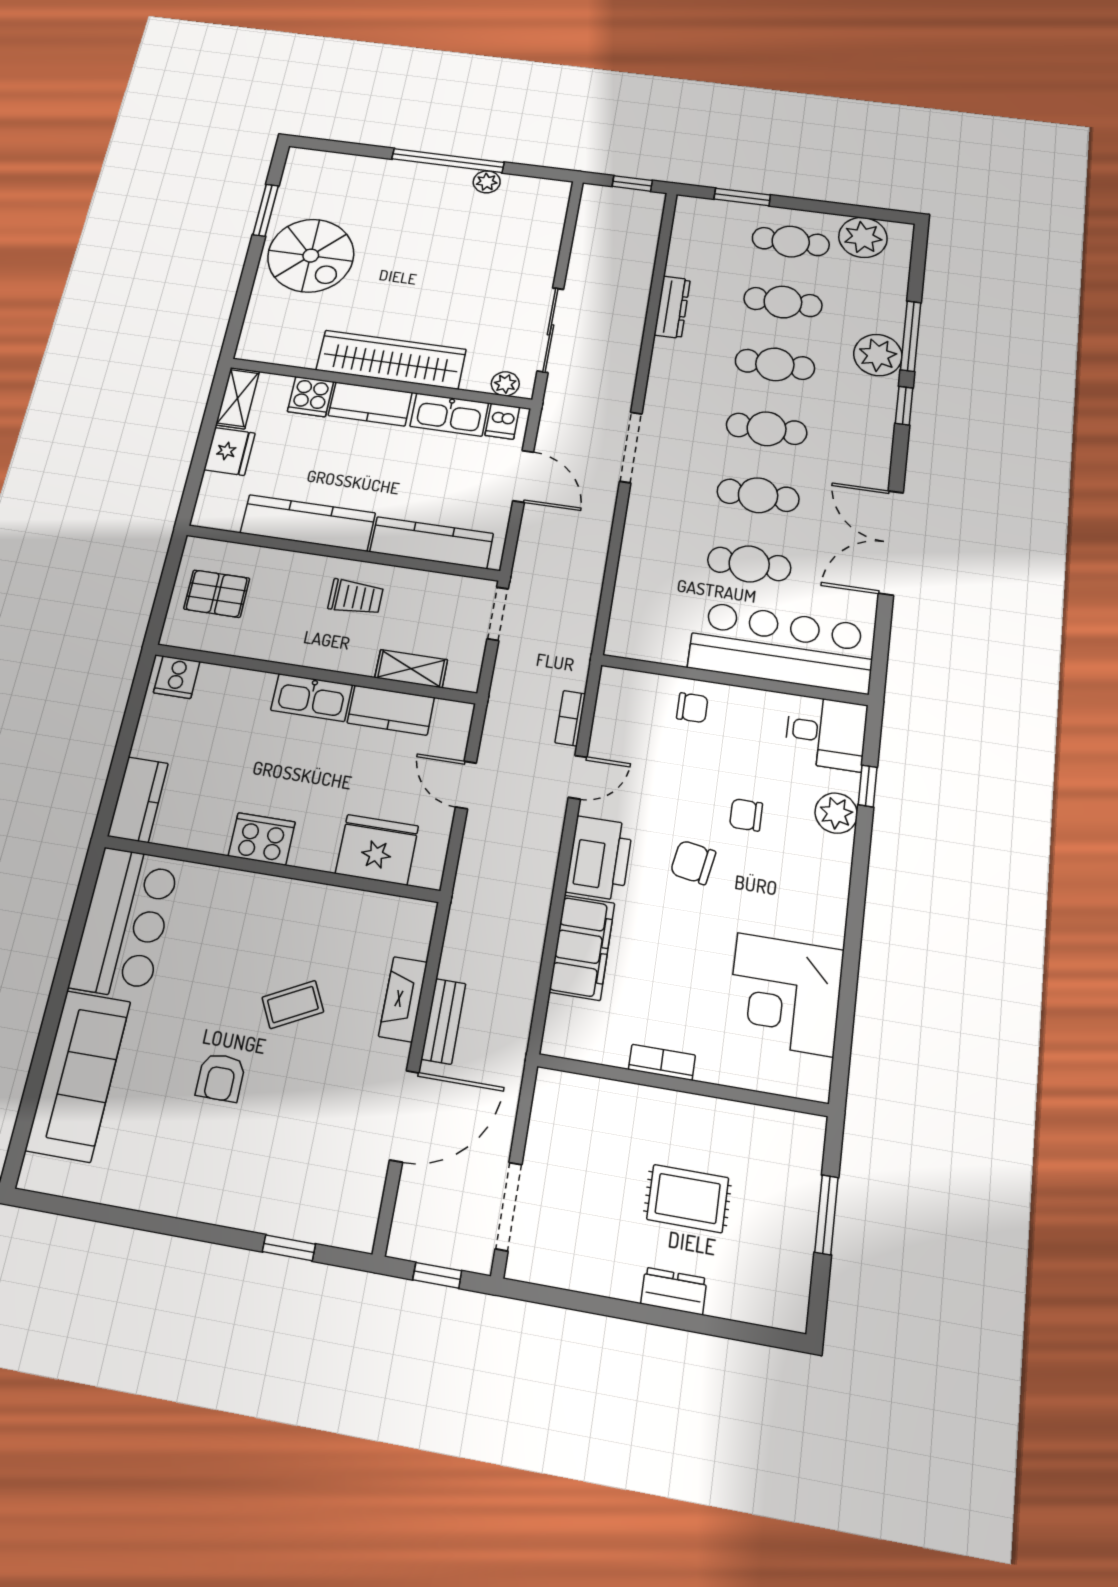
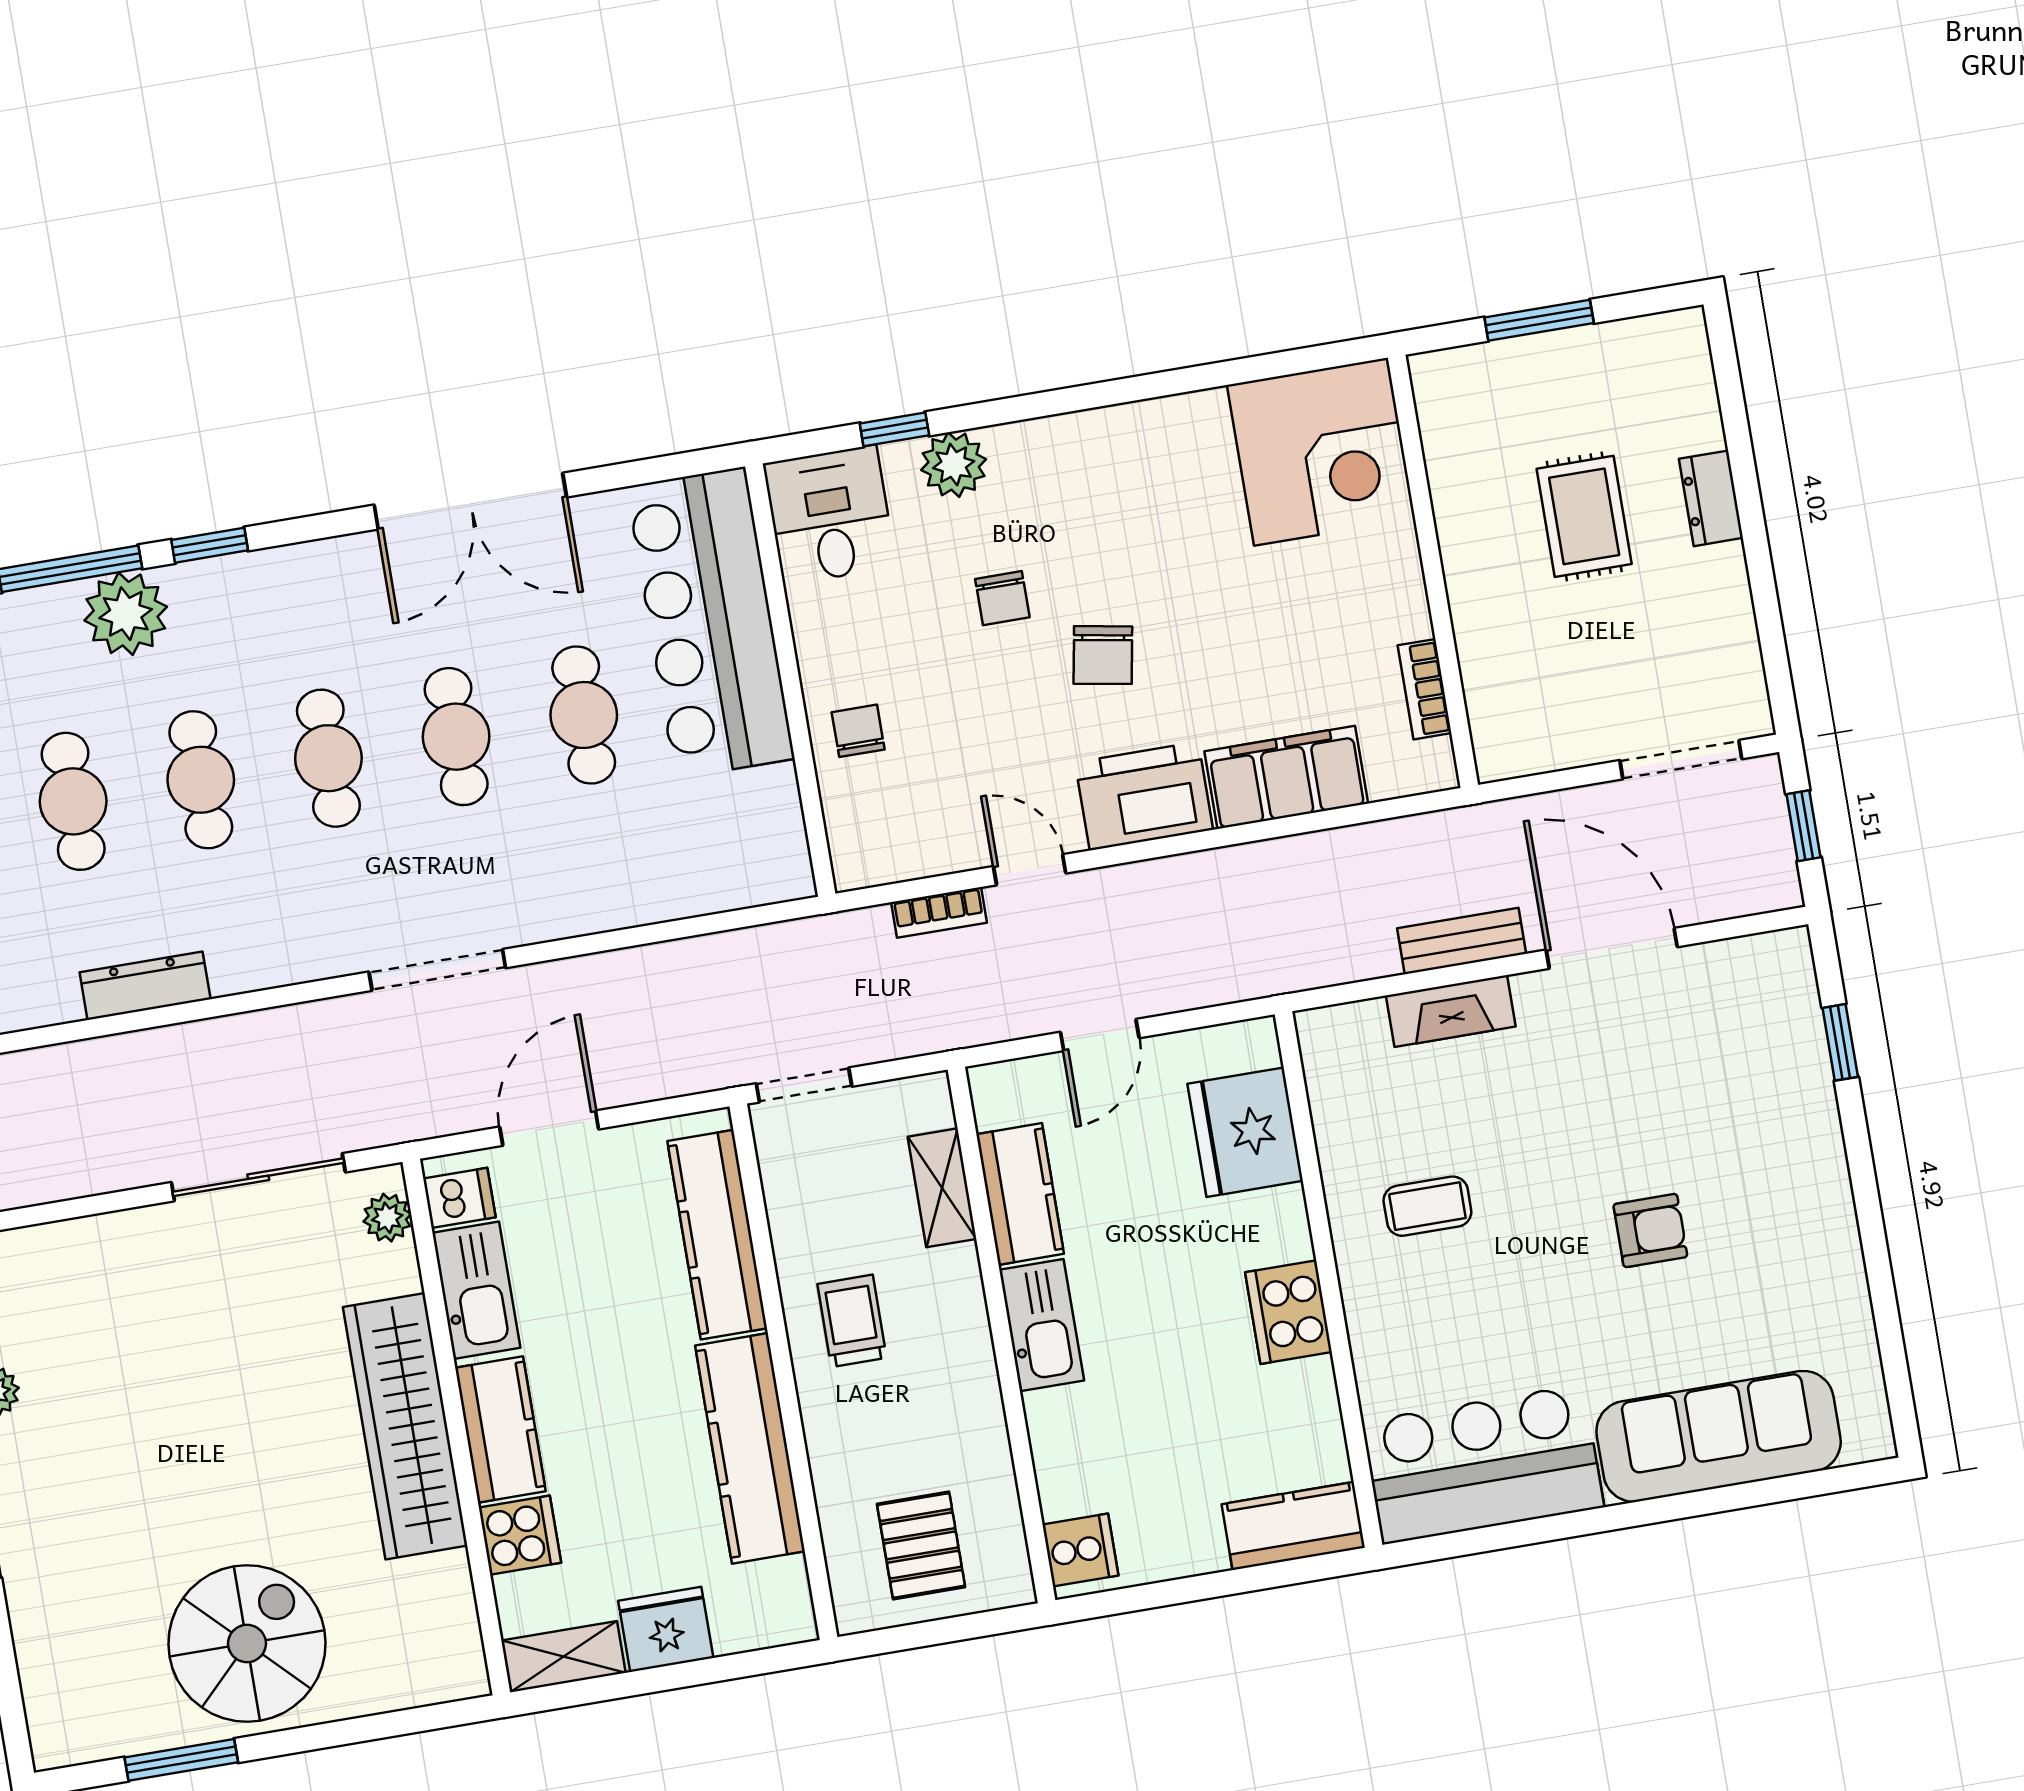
corner desk: (785, 994) -> (1321, 452), moved
coffee table: (293, 1005) -> (1427, 1206), moved, turned -63
bookcase: (662, 1062) -> (1425, 689), moved

